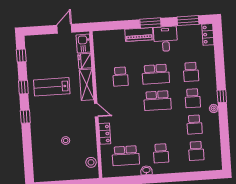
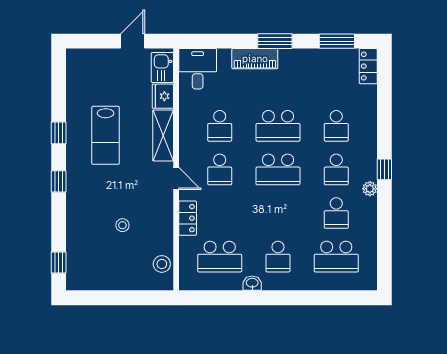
desk: (166, 39) -> (198, 69), moved
window: (21, 55) -> (59, 263), moved
lab bench: (52, 87) -> (106, 135), turned -90
school desk: (122, 103) -> (220, 169), added
school desk: (196, 151) -> (336, 257), width x1.85

